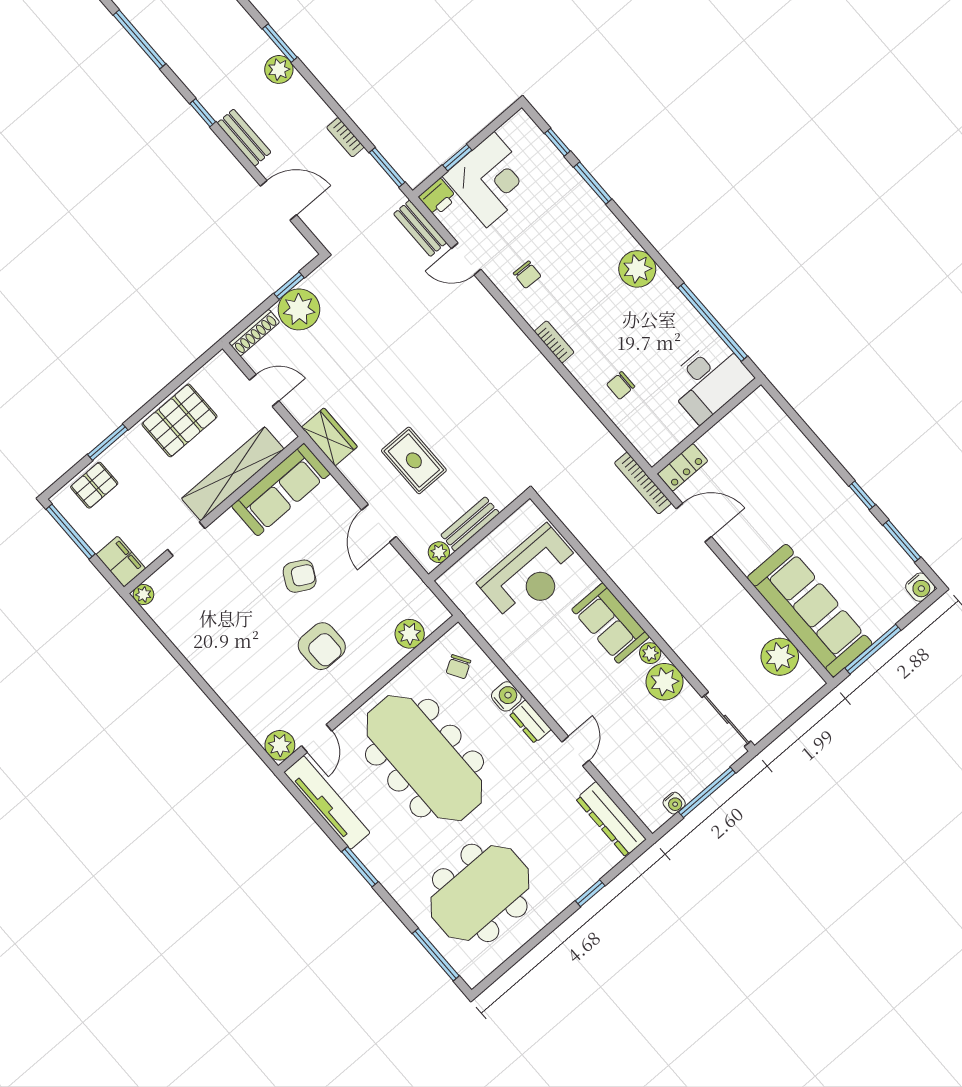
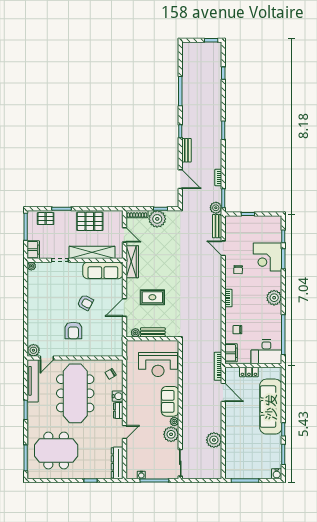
plant: (279, 69) -> (216, 208), moved
corner desk: (490, 180) -> (268, 257), moved, turned 90
printer: (438, 197) -> (231, 221), removed
wardrobe: (329, 437) -> (132, 262), width x1.50
filing cabinet: (645, 438) -> (231, 353), added
rug: (414, 460) -> (152, 297), turned 90
locker: (683, 467) -> (249, 372), moved
sofa: (810, 611) -> (271, 407), moved, turned 180
plant: (410, 634) -> (104, 350), removed
plant: (780, 657) -> (214, 440), moved

